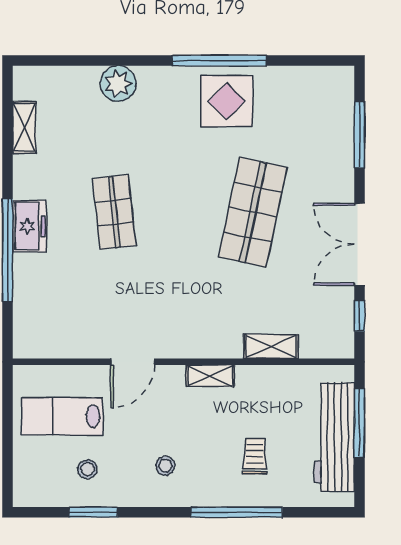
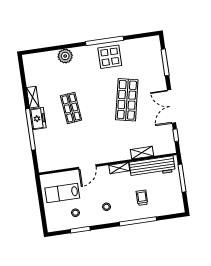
shelving: (24, 127) -> (33, 97), moved
workbench: (334, 437) -> (152, 167), moved, turned -90

